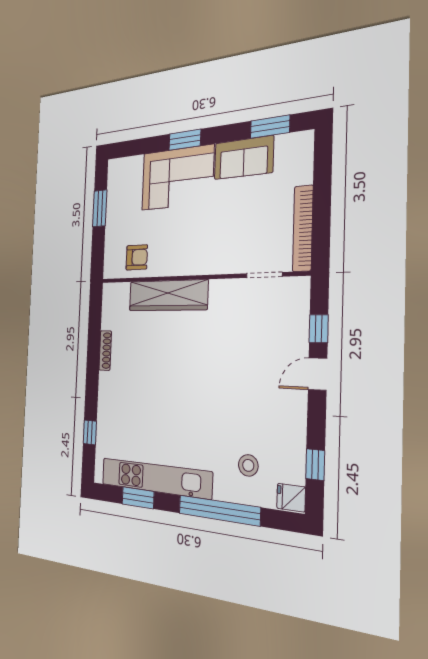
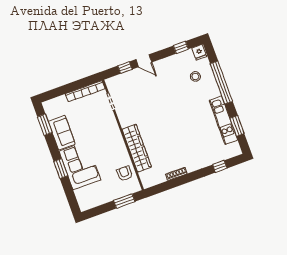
window: (100, 208) -> (124, 201), moved
kitchen unit: (155, 478) -> (223, 120), width x0.73

